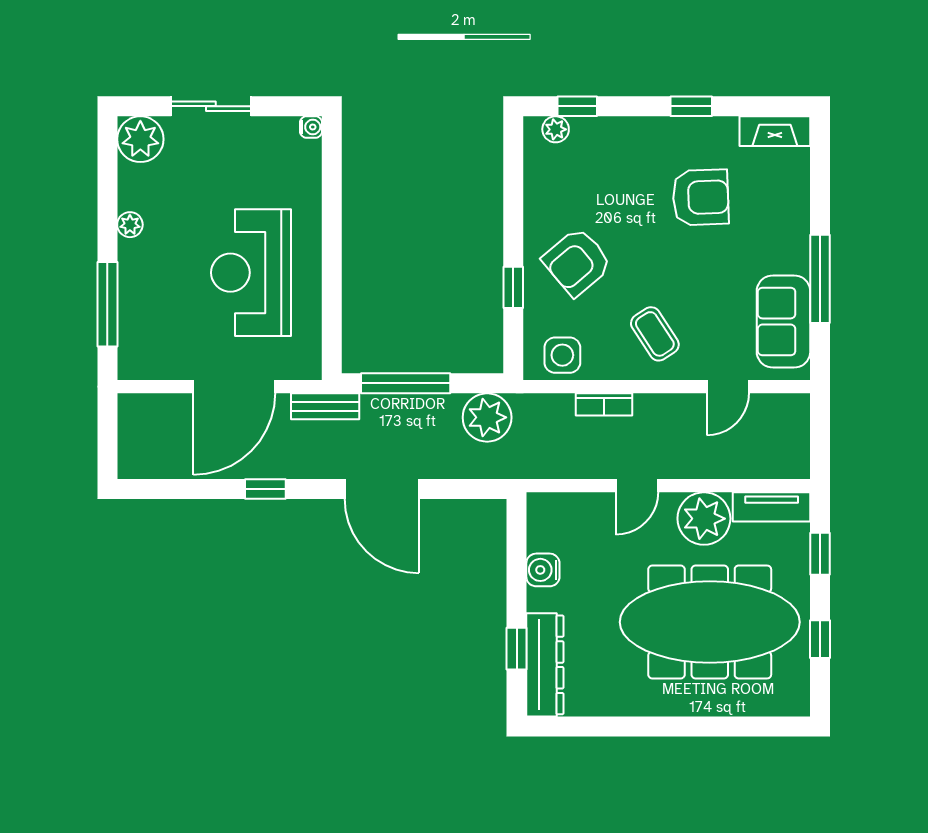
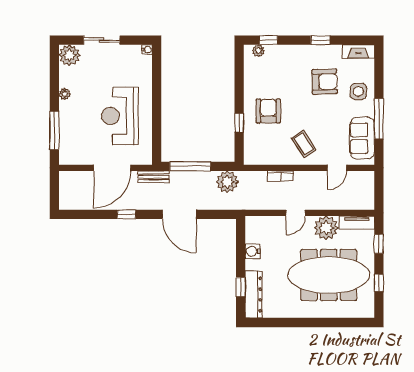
armchair: (577, 262) -> (268, 111), turned 130
side table: (562, 355) -> (358, 91), moved

